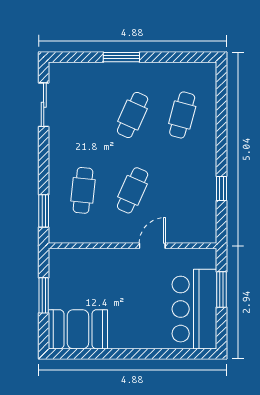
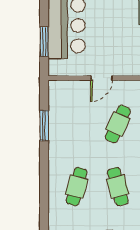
cafe table: (133, 115) -> (118, 187), turned -39
window: (221, 189) -> (44, 126), width x1.50

